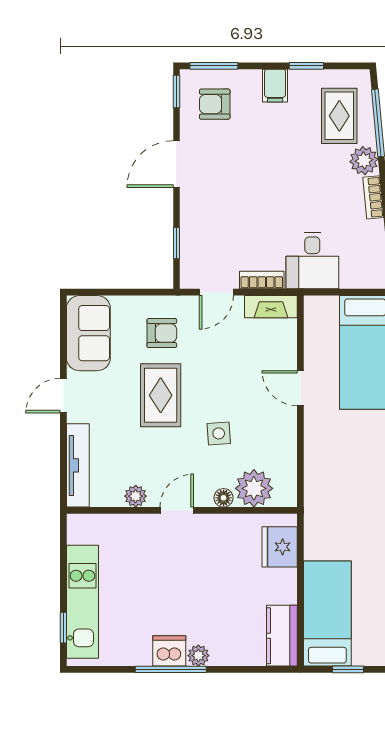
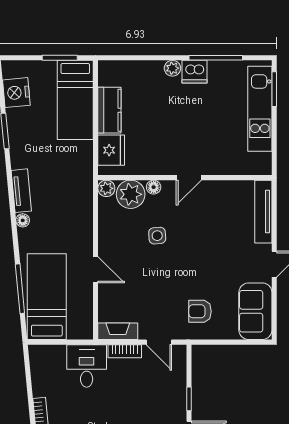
window: (176, 243) -> (189, 399), moved
door: (216, 292) -> (159, 342), swing flipped
rug: (161, 395) -> (201, 264), removed
plant: (136, 496) -> (106, 188), moved
window: (63, 628) -> (274, 89), width x1.50
kitchen counter: (282, 636) -> (109, 110), moved
window: (171, 669) -> (216, 58), moved
window: (348, 669) -> (60, 58), width x1.50

